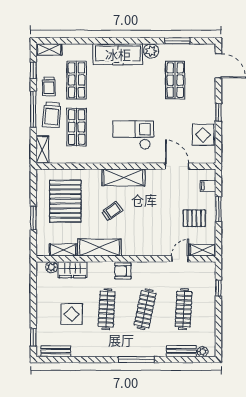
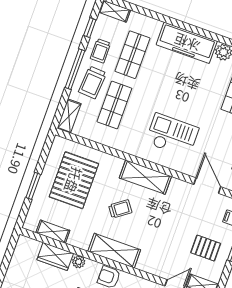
shelving: (99, 247) -> (114, 251), moved
plant: (51, 267) -> (79, 262), moved

